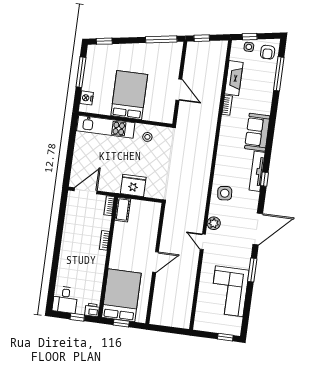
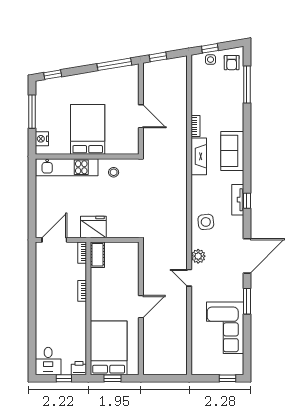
fireplace: (234, 78) -> (199, 156), moved
tv unit: (257, 171) -> (238, 200), width x0.71
fridge: (133, 185) -> (93, 227), moved

